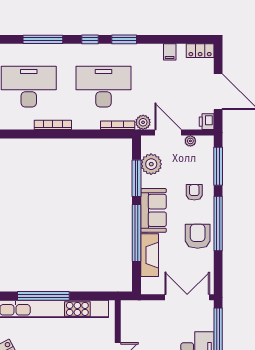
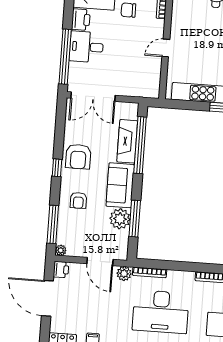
plant: (190, 141) -> (61, 250), moved
plant: (151, 164) -> (120, 219), moved
window: (218, 223) -> (57, 168), width x0.32
window: (136, 233) -> (140, 145), moved

